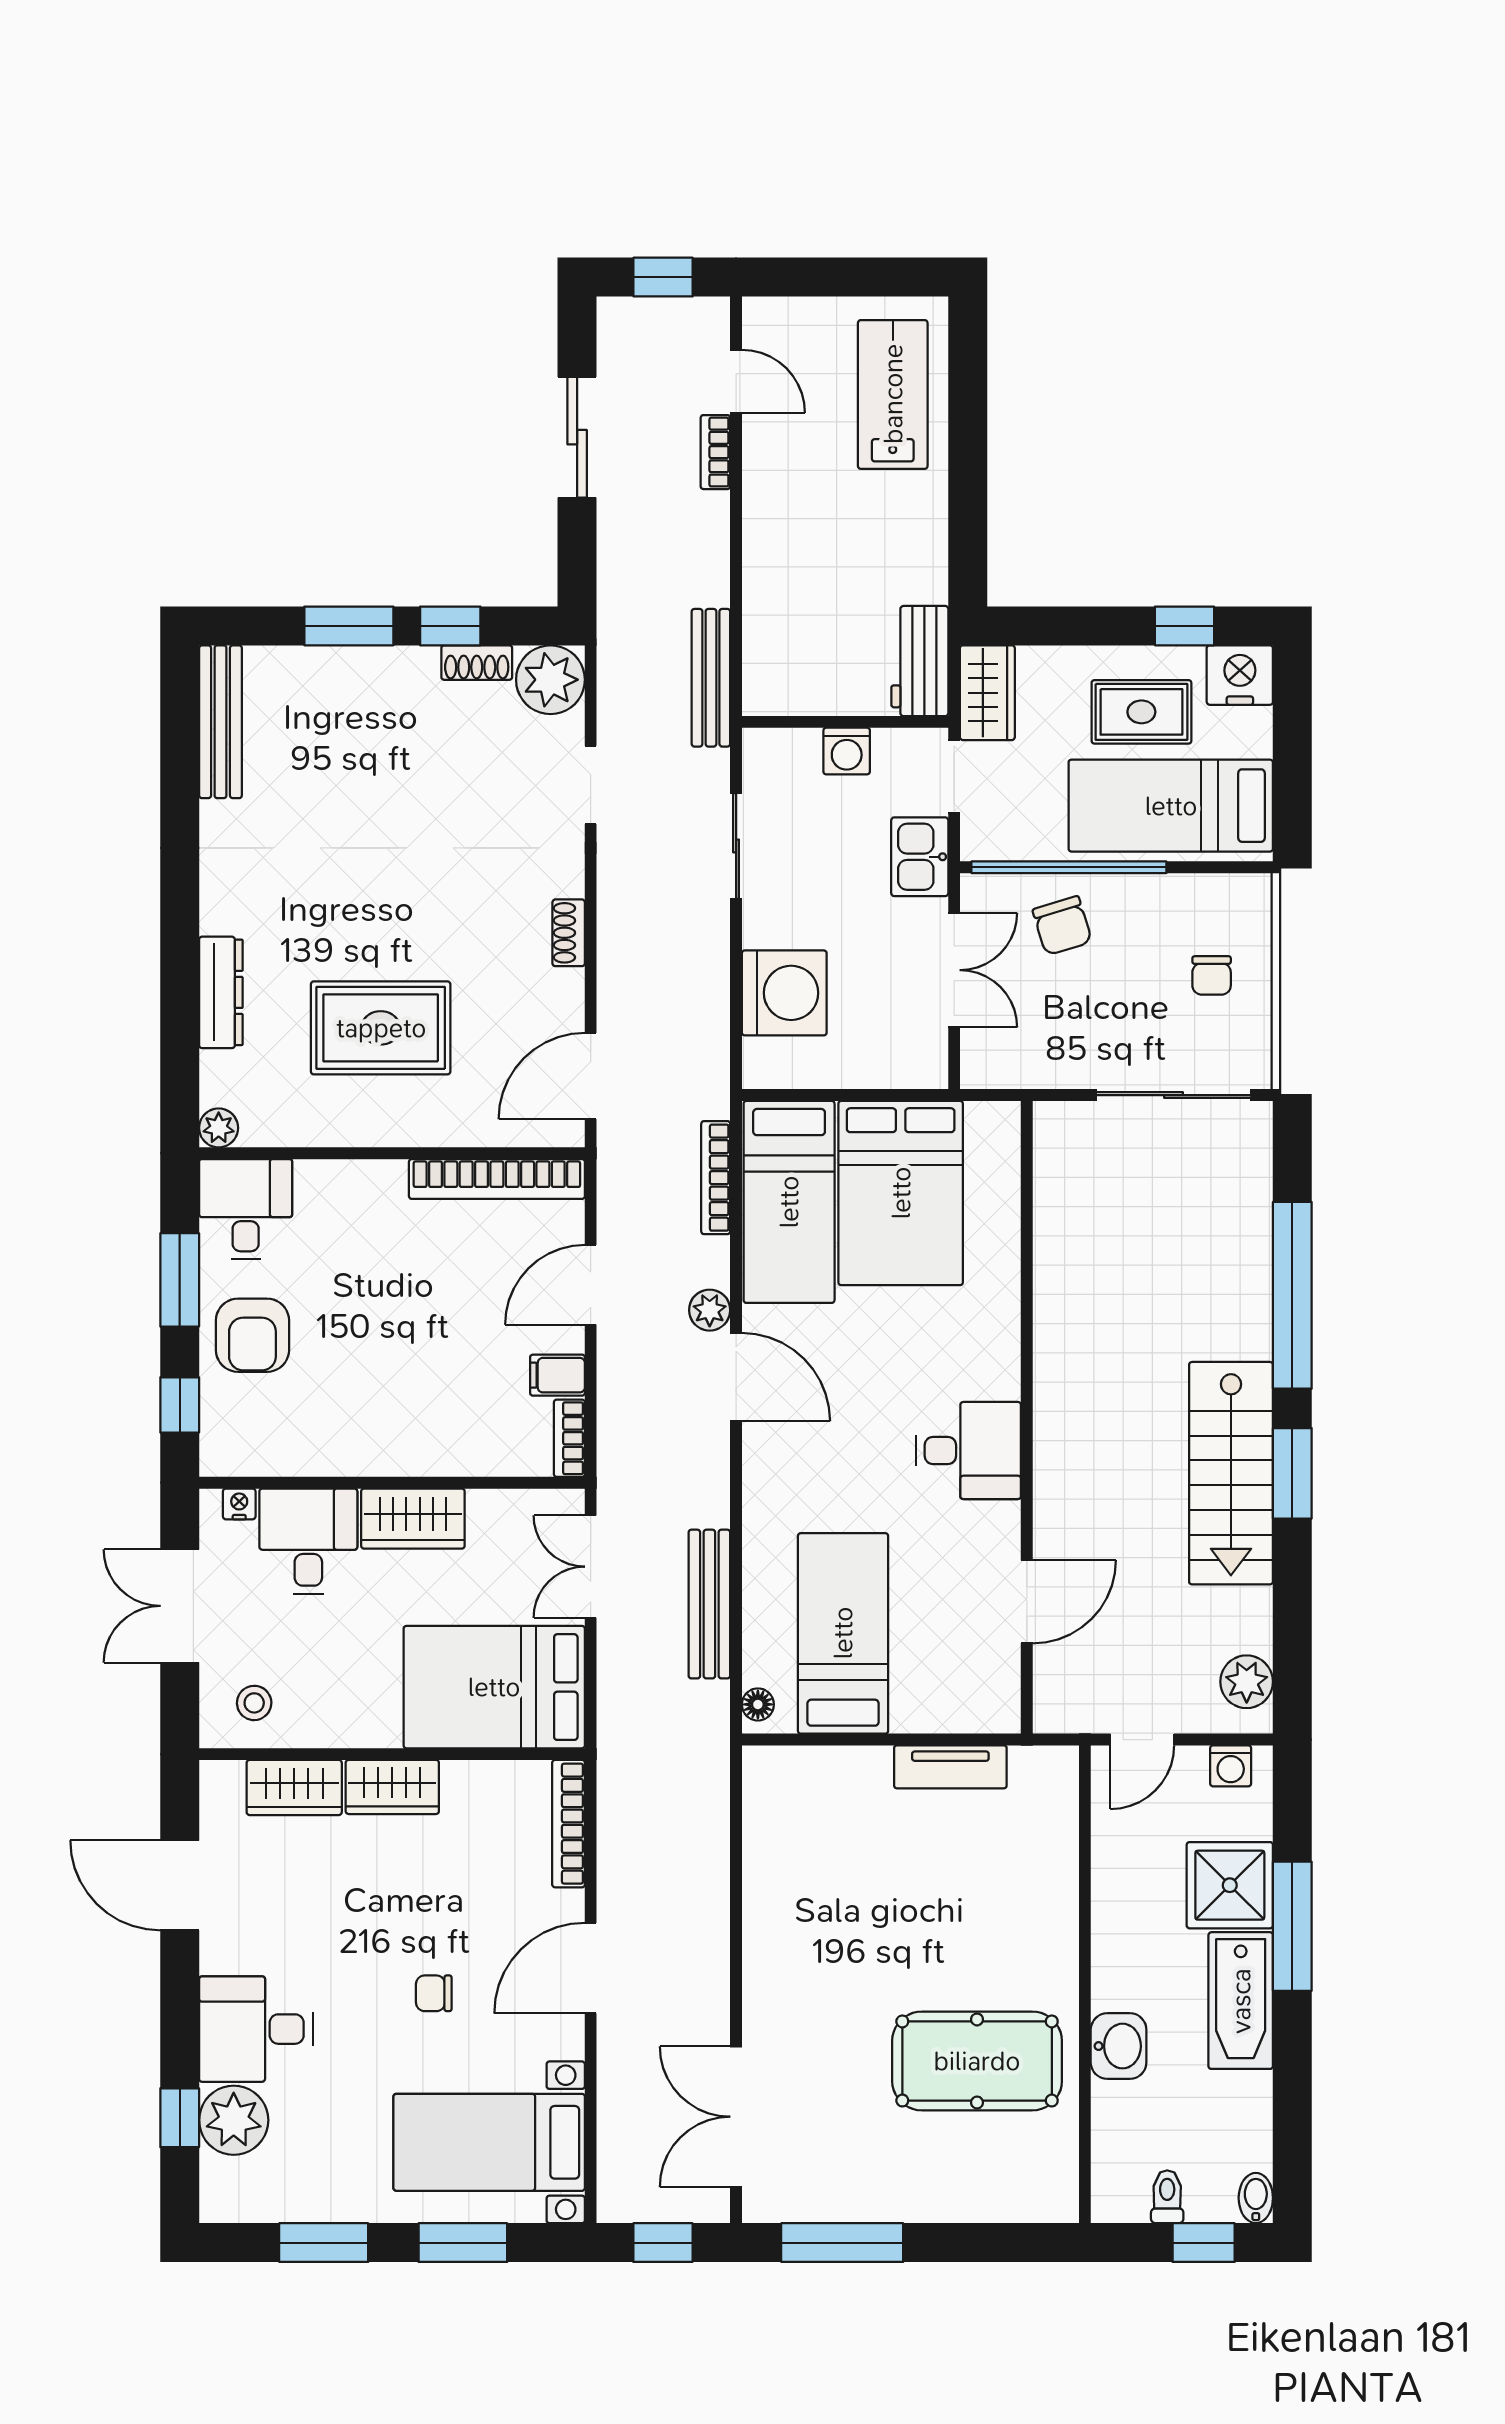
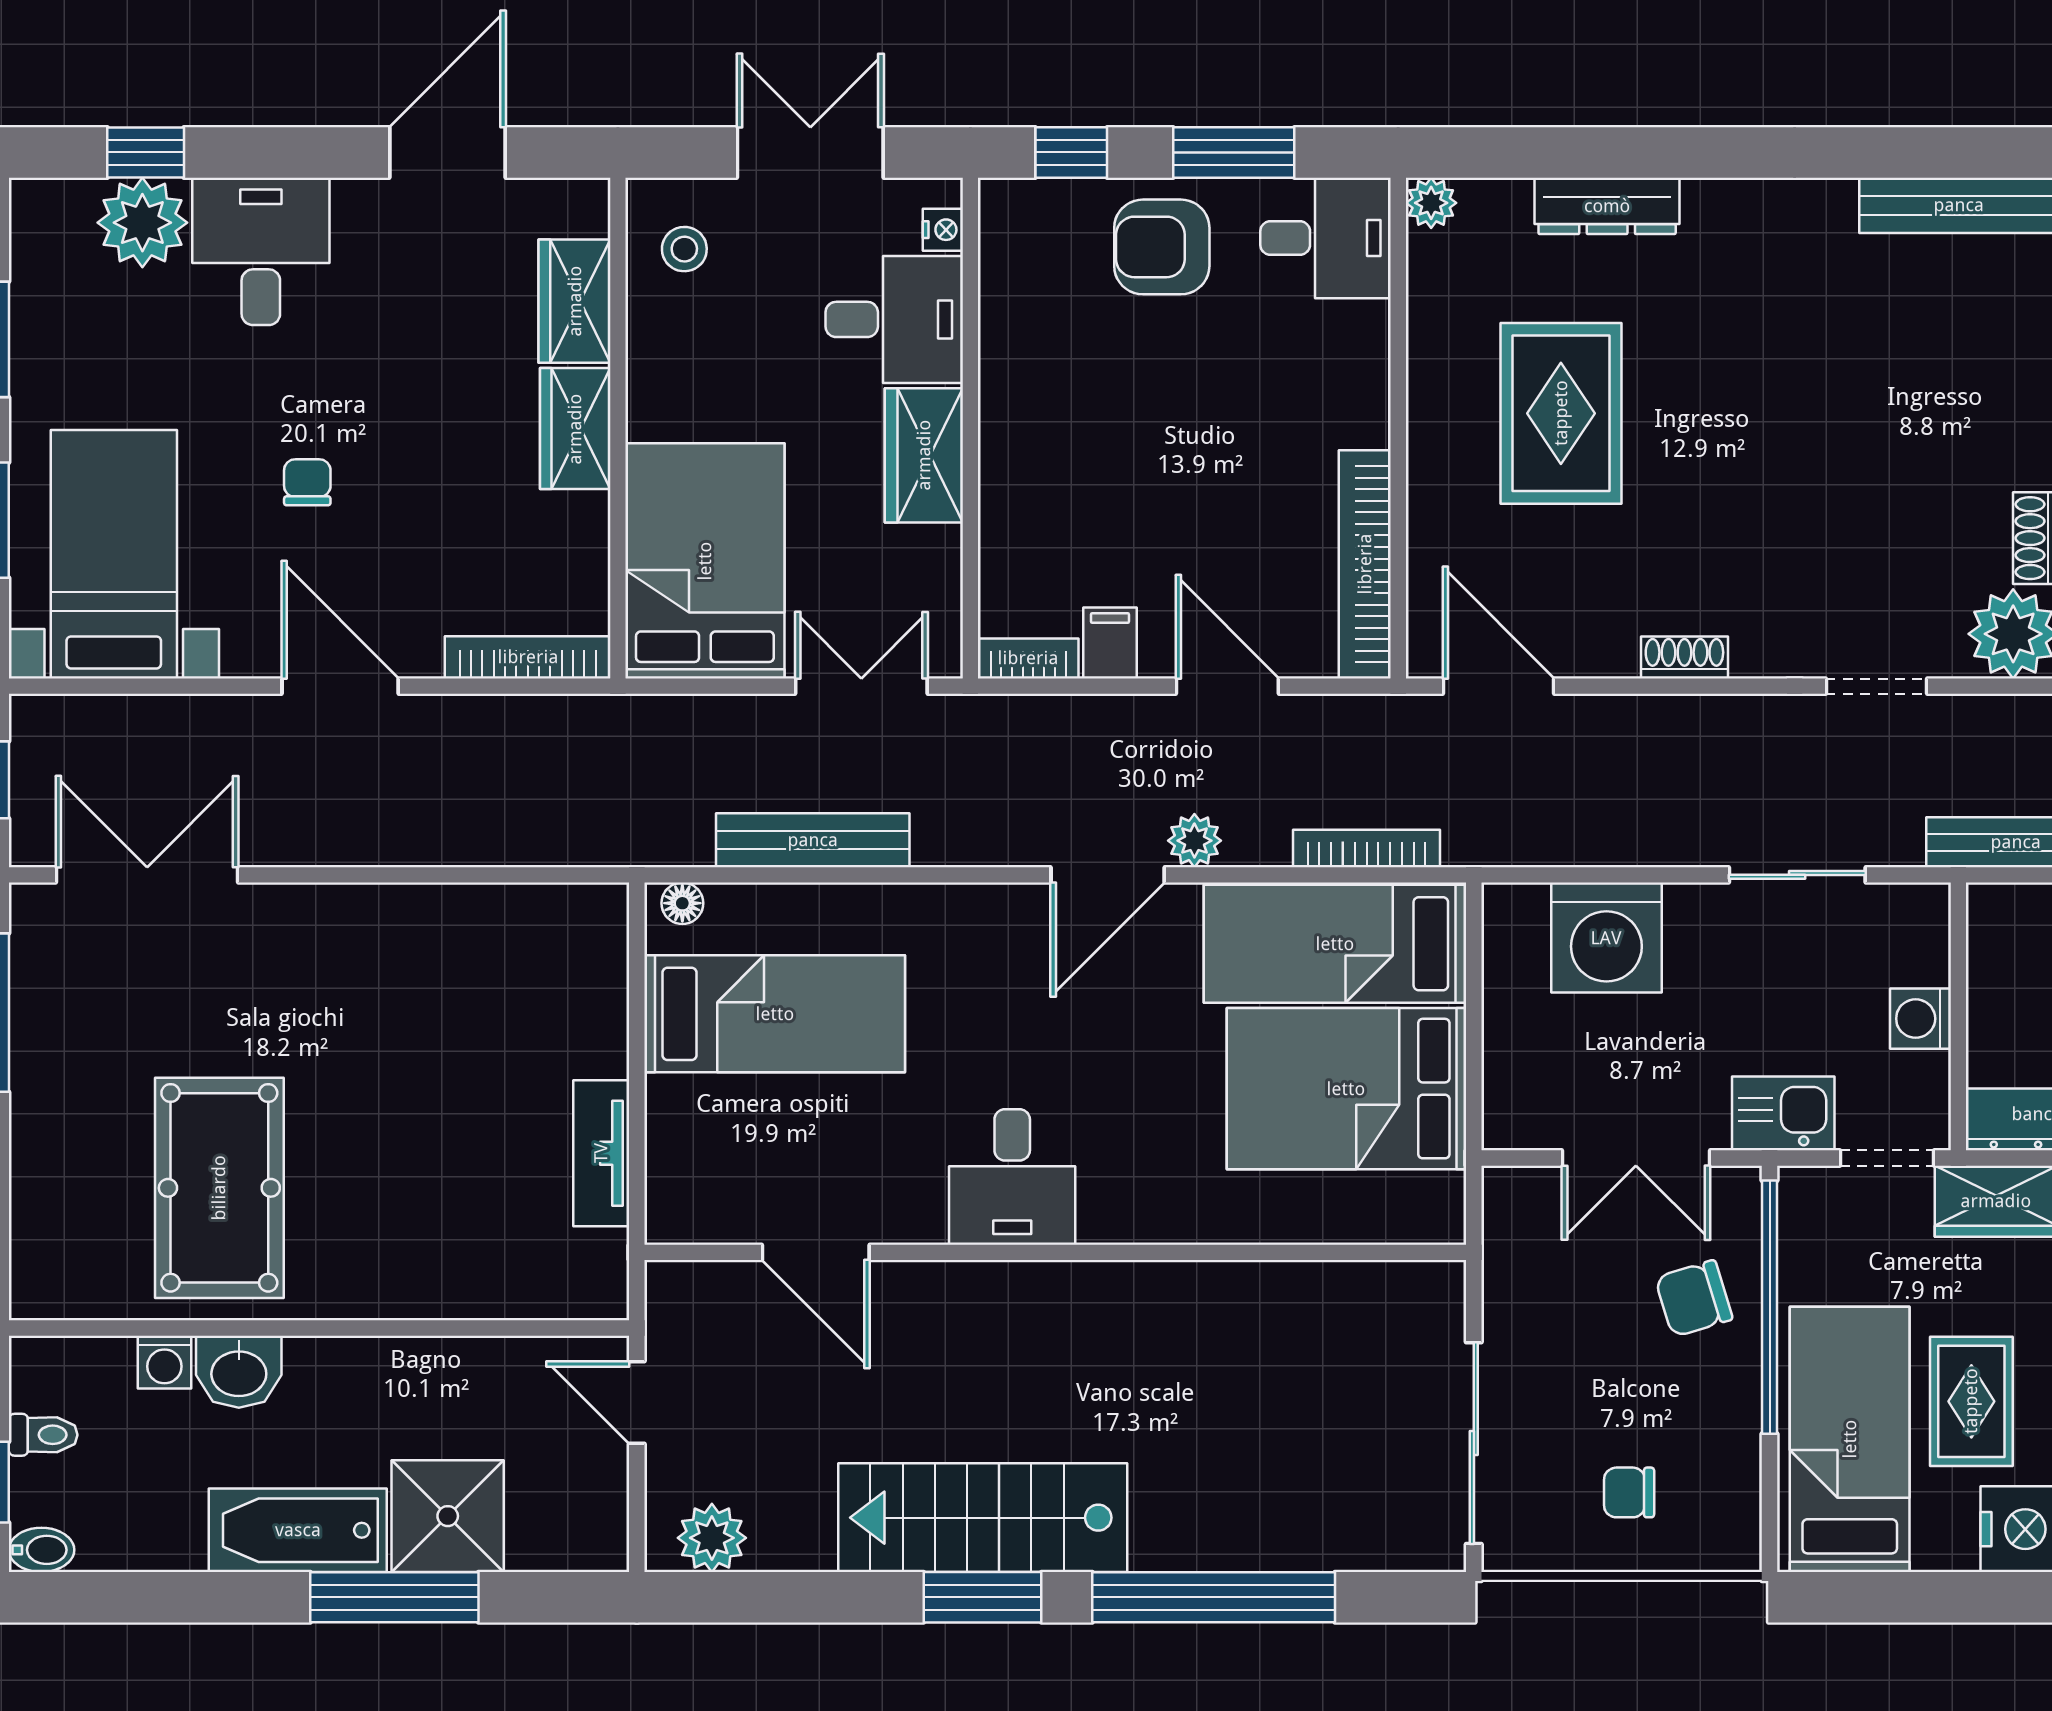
washing machine: (1231, 1766) -> (164, 1362), moved, turned -90

